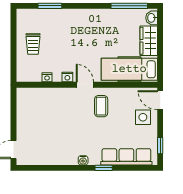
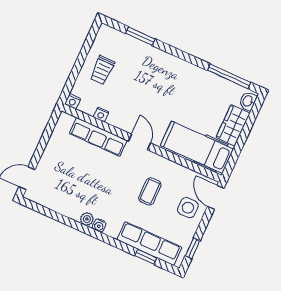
nightstand: (67, 77) -> (73, 101), moved
row of seats: (53, 95) -> (98, 137), added
coffee table: (101, 106) -> (150, 191), moved
plant: (72, 160) -> (87, 219), added
window: (104, 168) -> (146, 257), moved

